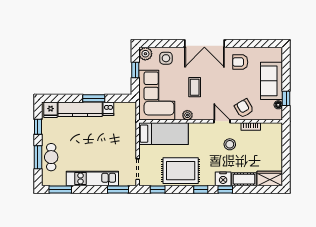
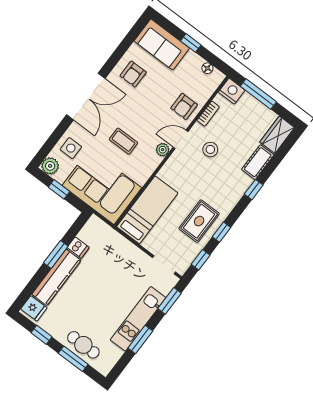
sofa: (272, 81) -> (162, 45), moved
window: (286, 98) -> (191, 43), moved
armchair: (244, 108) -> (184, 106), turned -60
plant: (187, 115) -> (163, 150), moved
window: (286, 148) -> (258, 94), added
rug: (181, 171) -> (199, 221), width x0.73, depth x0.70
nightstand: (223, 179) -> (232, 91), moved, turned -90
window: (60, 189) -> (140, 339), moved
window: (201, 189) -> (221, 232), moved

